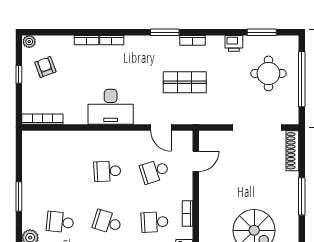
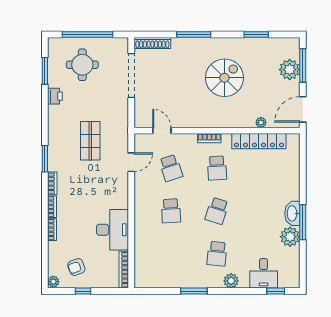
bookcase: (192, 40) -> (52, 183), moved
desk: (111, 107) -> (113, 230), moved

